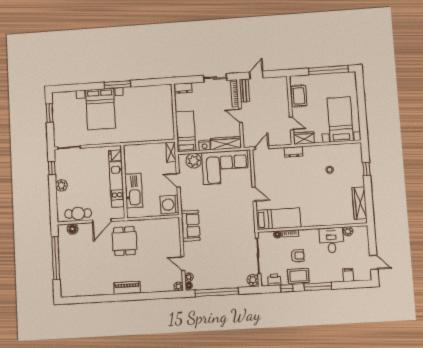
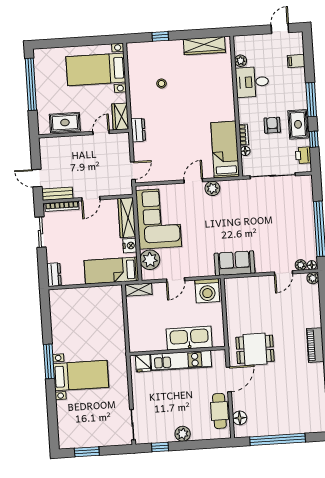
bed with nightstands: (100, 109) -> (81, 375), width x0.73
door: (262, 148) -> (133, 171), swing flipped
door: (102, 221) -> (229, 379), hinge flipped
plant: (253, 280) -> (212, 188), moved

